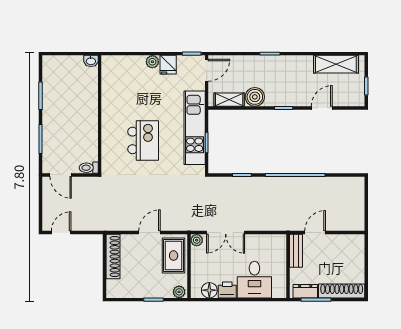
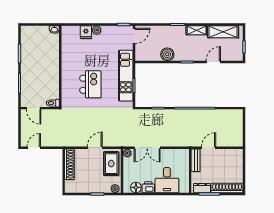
fridge: (168, 65) -> (86, 32), moved
shelving: (229, 100) -> (197, 30), moved

